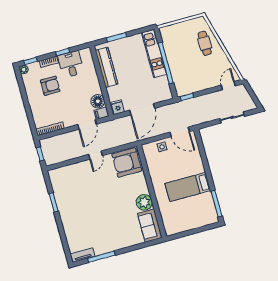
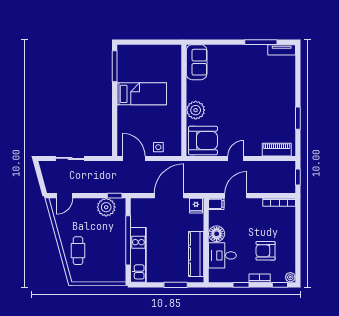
desk: (71, 64) -> (222, 255), moved, turned 90
plant: (191, 85) -> (106, 207), added
floor lamp: (98, 101) -> (217, 234), moved
piano: (64, 172) -> (277, 150), added
plant: (144, 202) -> (196, 110), moved

